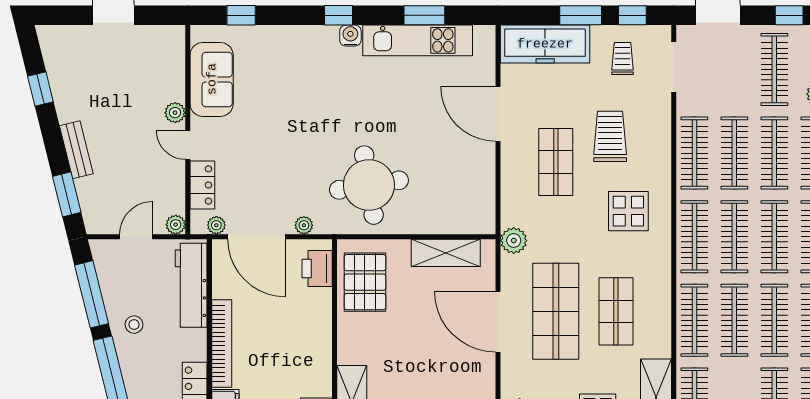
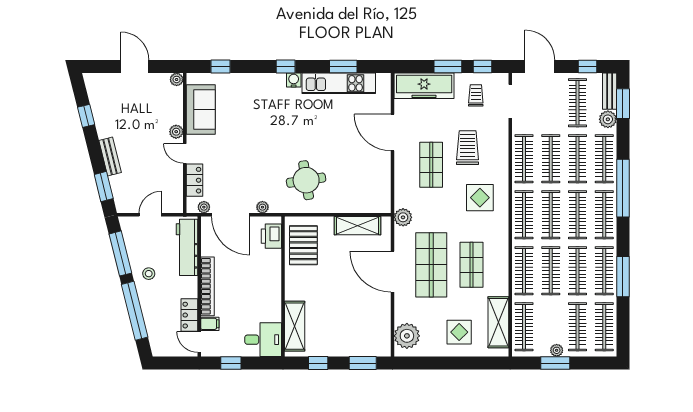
round table: (369, 185) -> (306, 180), width x0.73, depth x0.73
plant: (176, 225) -> (177, 79), moved

